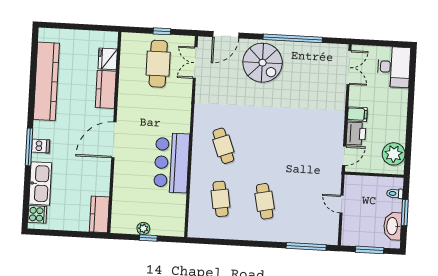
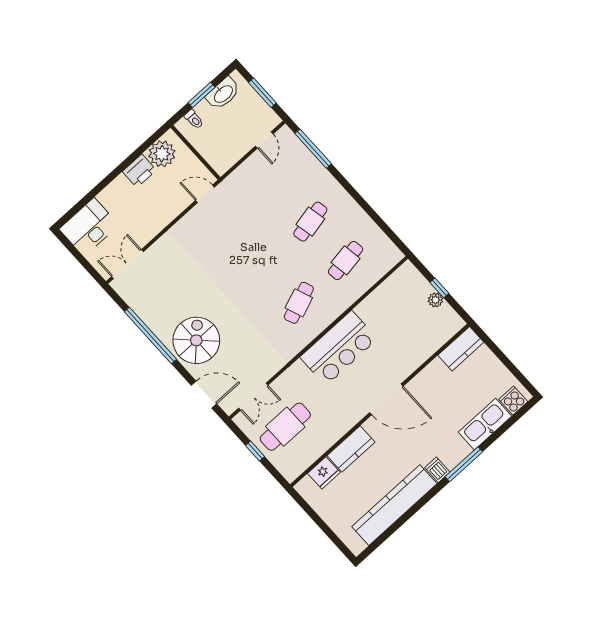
filing cabinet: (357, 114) -> (159, 218), removed
printer: (356, 134) -> (139, 171), moved, turned 180
dishwasher: (41, 146) -> (437, 470), moved
bar counter: (172, 163) -> (339, 348), moved
door: (342, 204) -> (264, 140), moved

